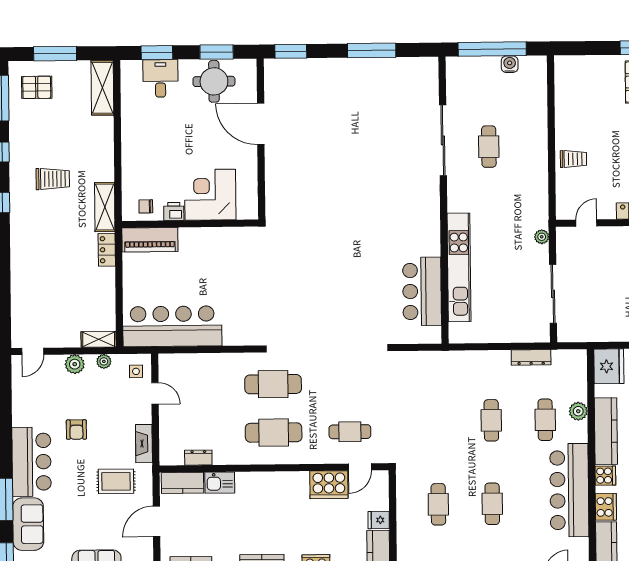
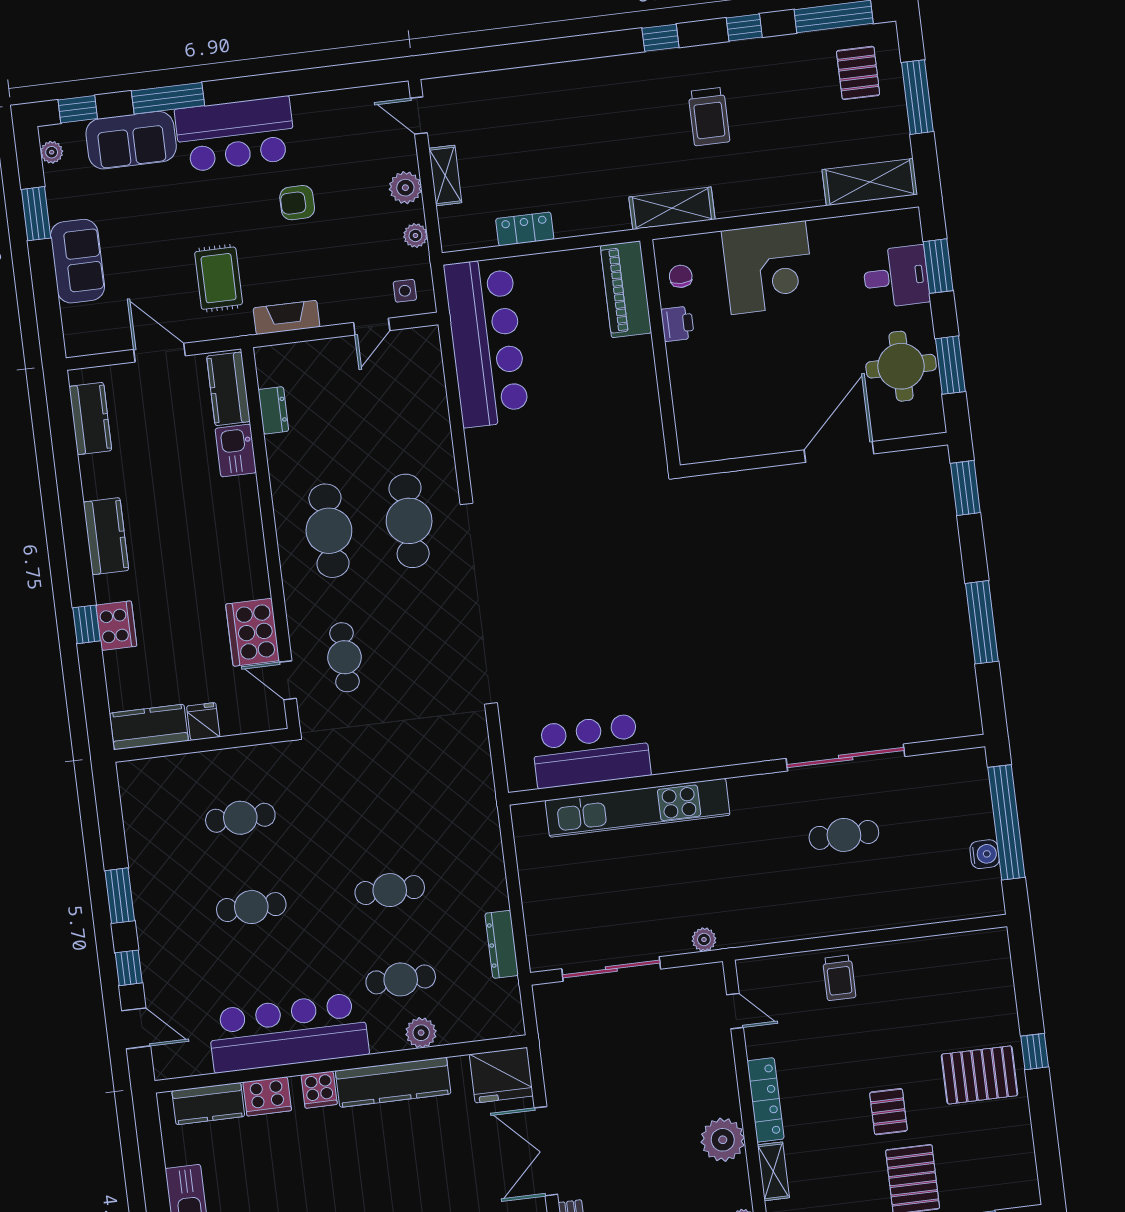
corner desk: (210, 195) -> (768, 268), moved, turned 90
locker: (107, 250) -> (525, 229), moved
shelving: (99, 339) -> (445, 175), moved

